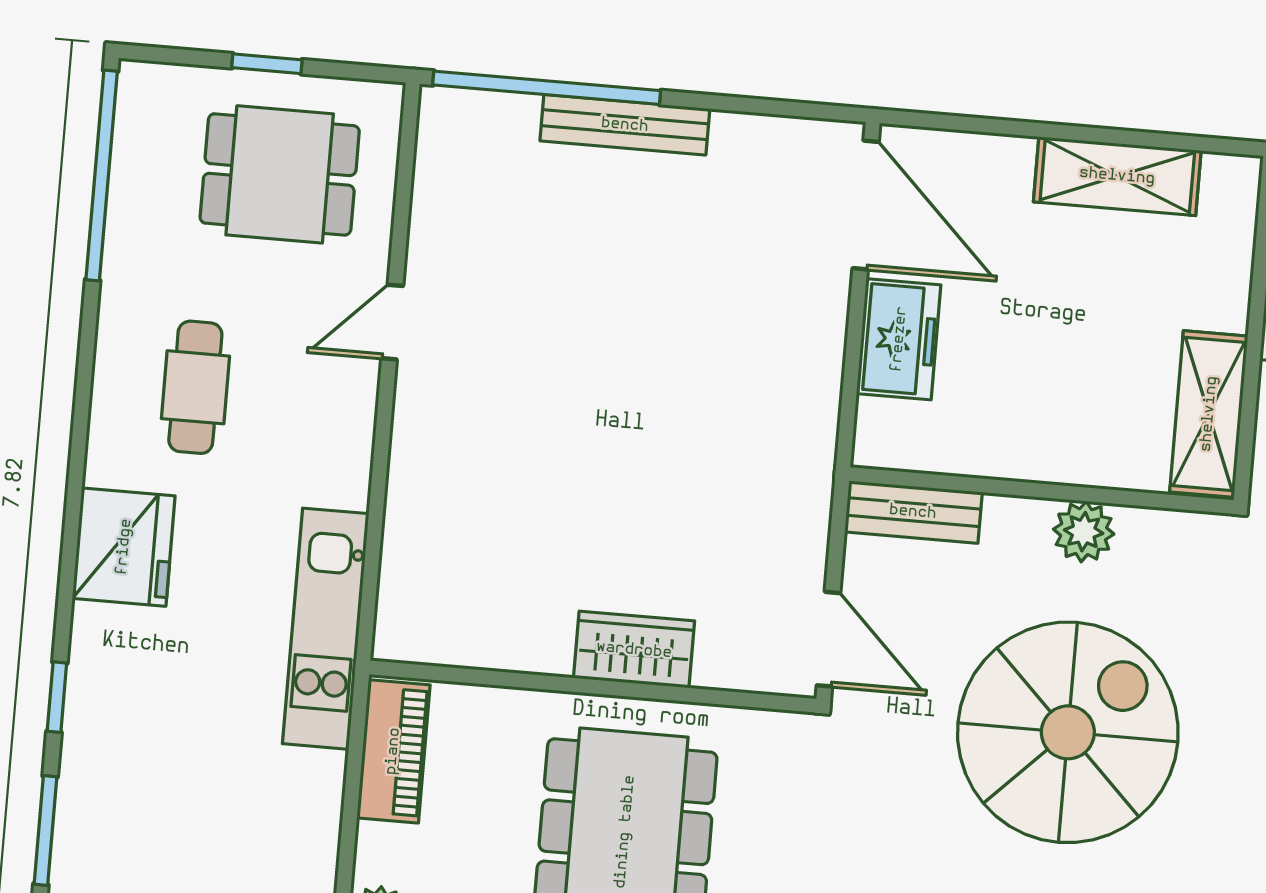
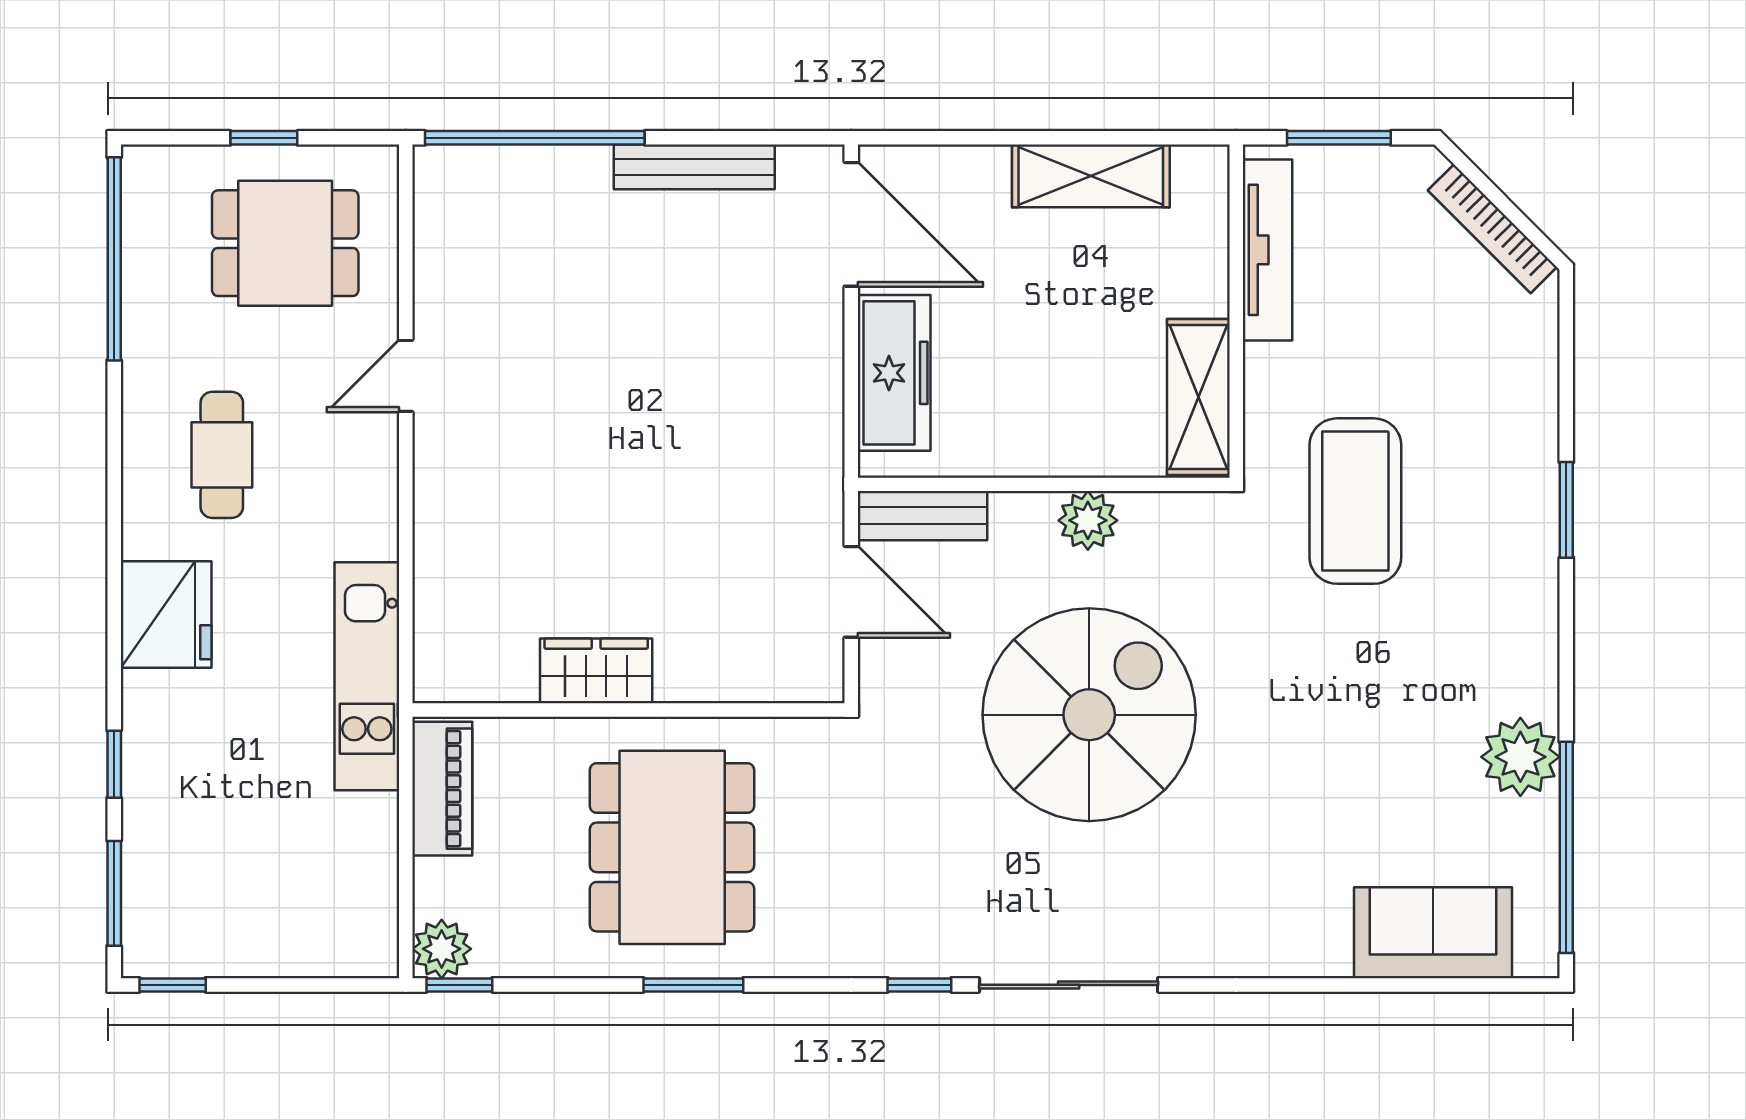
bench: (625, 125) -> (694, 167), moved
freezer: (899, 339) -> (894, 373), width x1.40
door: (828, 639) -> (851, 592), moved
wardrobe: (634, 650) -> (596, 671), moved

